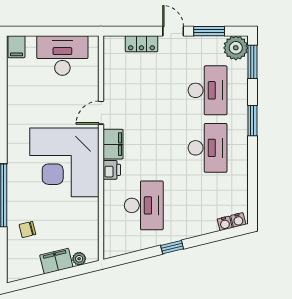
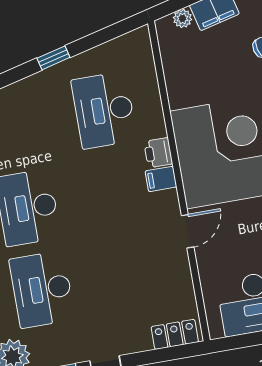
locker: (141, 44) -> (175, 334), moved
filing cabinet: (113, 144) -> (161, 179), width x0.50

